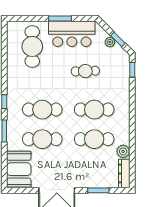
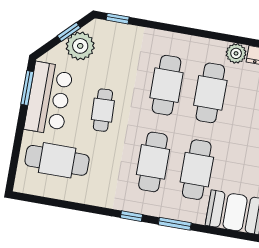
window: (60, 18) -> (27, 88), moved
plant: (110, 42) -> (80, 46), width x1.88, depth x1.88
cafe table: (85, 71) -> (103, 110), moved

